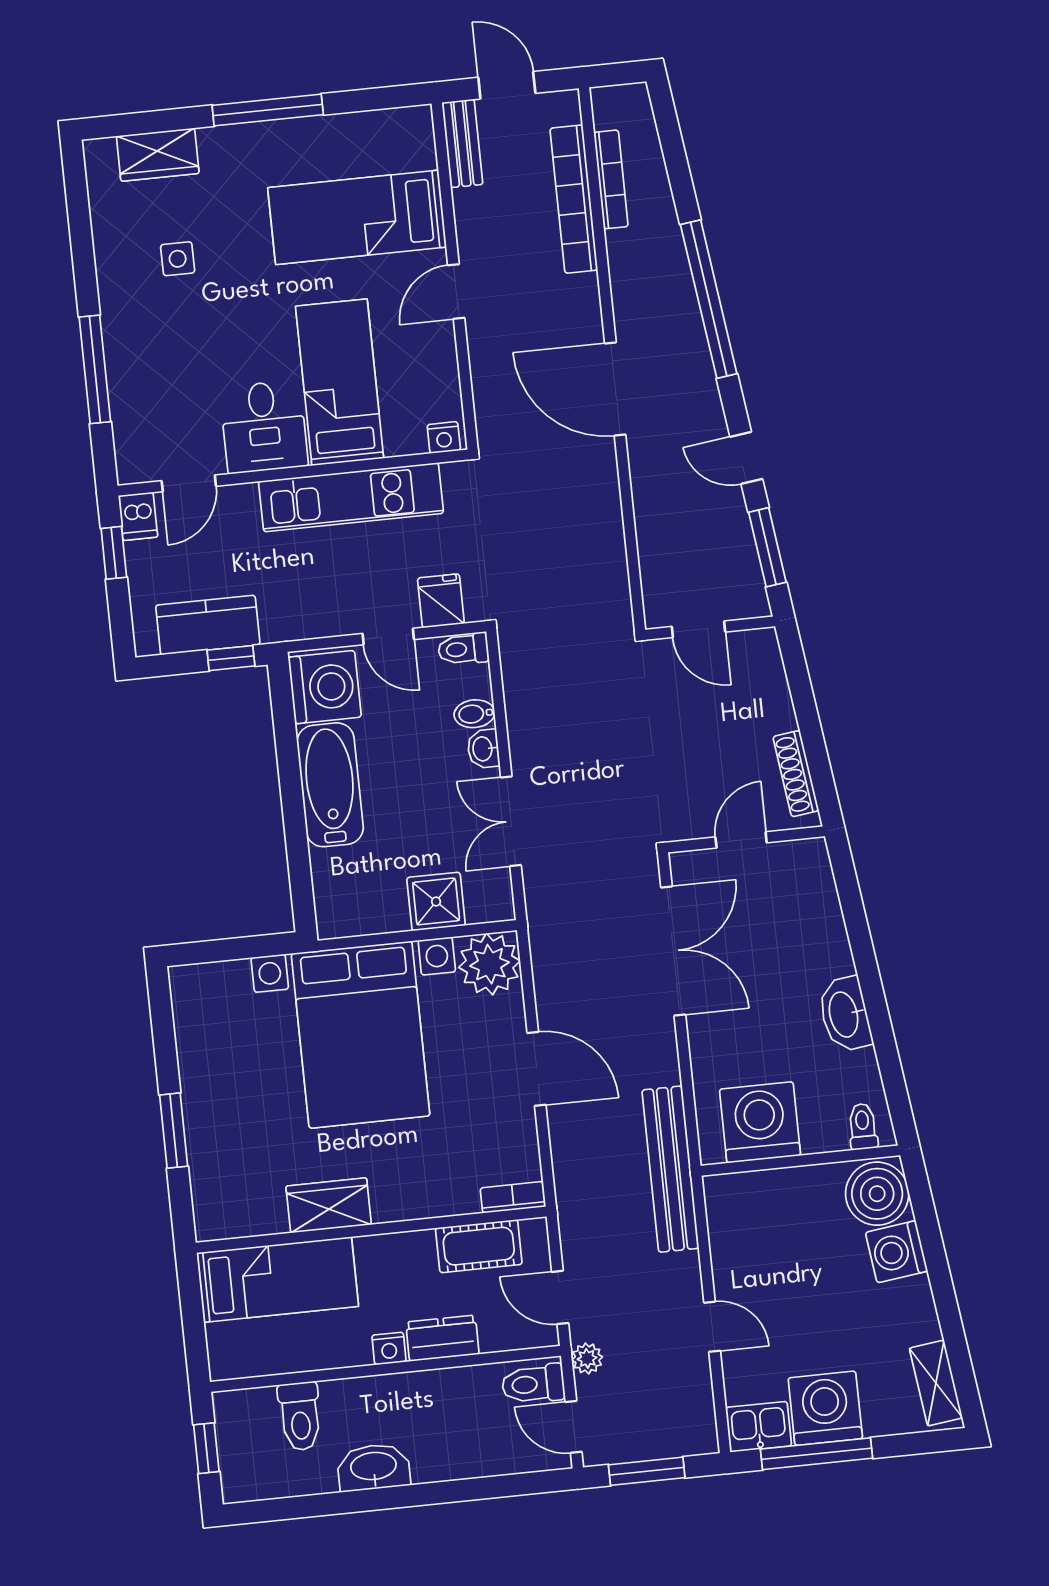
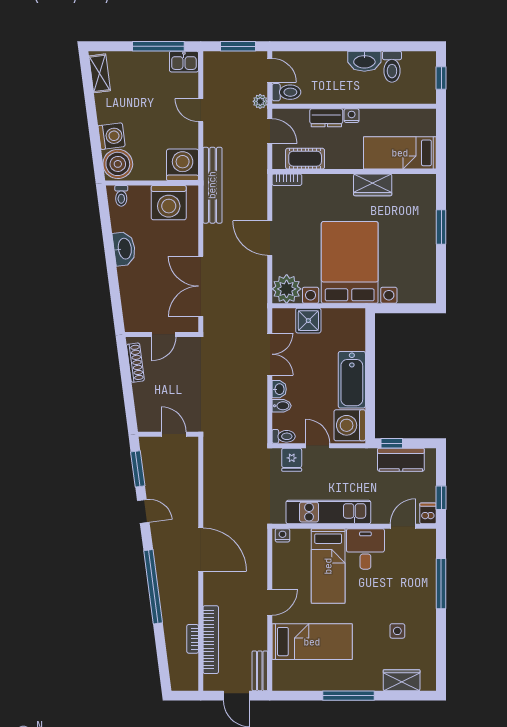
bookcase: (611, 179) -> (193, 639), width x0.64
washing machine: (825, 1408) -> (183, 165), moved, turned 180
toilet: (300, 1416) -> (392, 67), moved, turned 180

